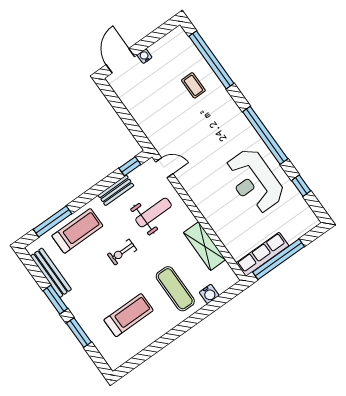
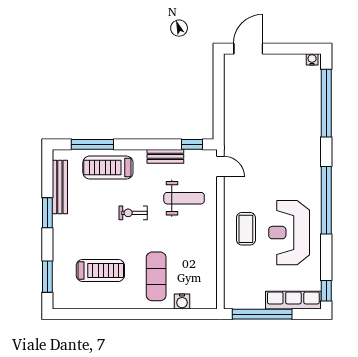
water cooler: (145, 56) -> (312, 59), moved
coffee table: (193, 85) -> (246, 229), moved, width x1.36, depth x1.30
window: (301, 186) -> (326, 291), moved
treadmill: (77, 231) -> (108, 168), turned 180
shelving: (205, 246) -> (207, 258), removed
row of seats: (262, 254) -> (293, 300), moved
window: (79, 333) -> (47, 277), moved

